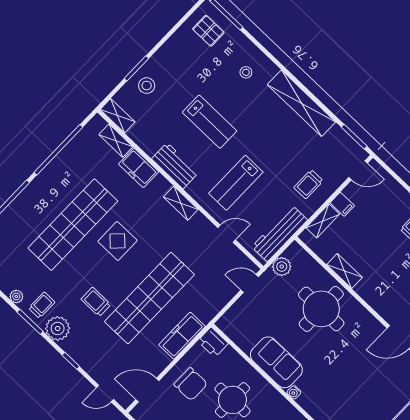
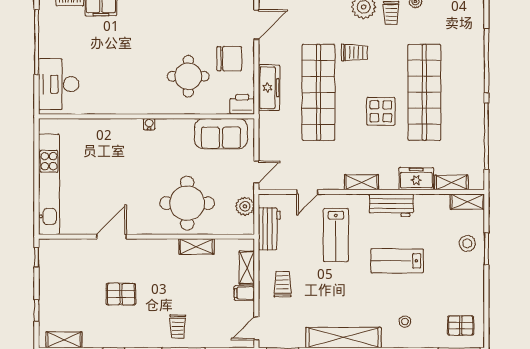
lab bench: (236, 183) -> (336, 235), turned 180
workbench: (280, 233) -> (269, 229), width x0.73
sofa: (276, 362) -> (221, 134), moved
chair: (191, 384) -> (229, 59), turned 180

